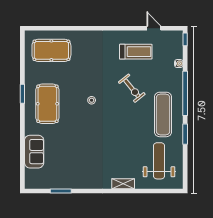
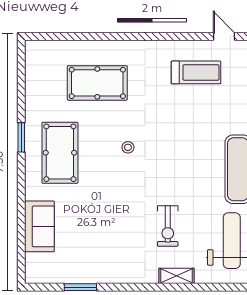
pool table: (51, 50) -> (97, 83), moved
exercise bike: (132, 88) -> (168, 226), moved, turned 39

